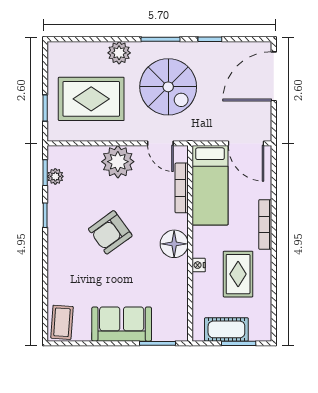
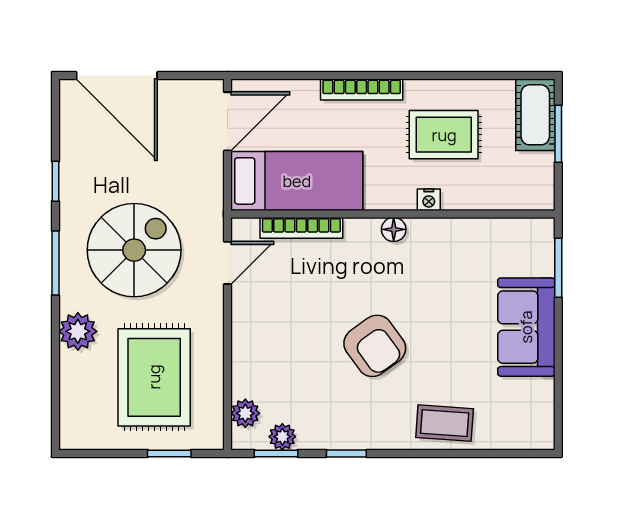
plant: (118, 162) -> (245, 413), moved, width x0.53, depth x0.53
floor lamp: (174, 244) -> (394, 229), width x0.53, depth x0.53
coffee table: (62, 322) -> (445, 423), moved
cot: (226, 329) -> (535, 115), moved

